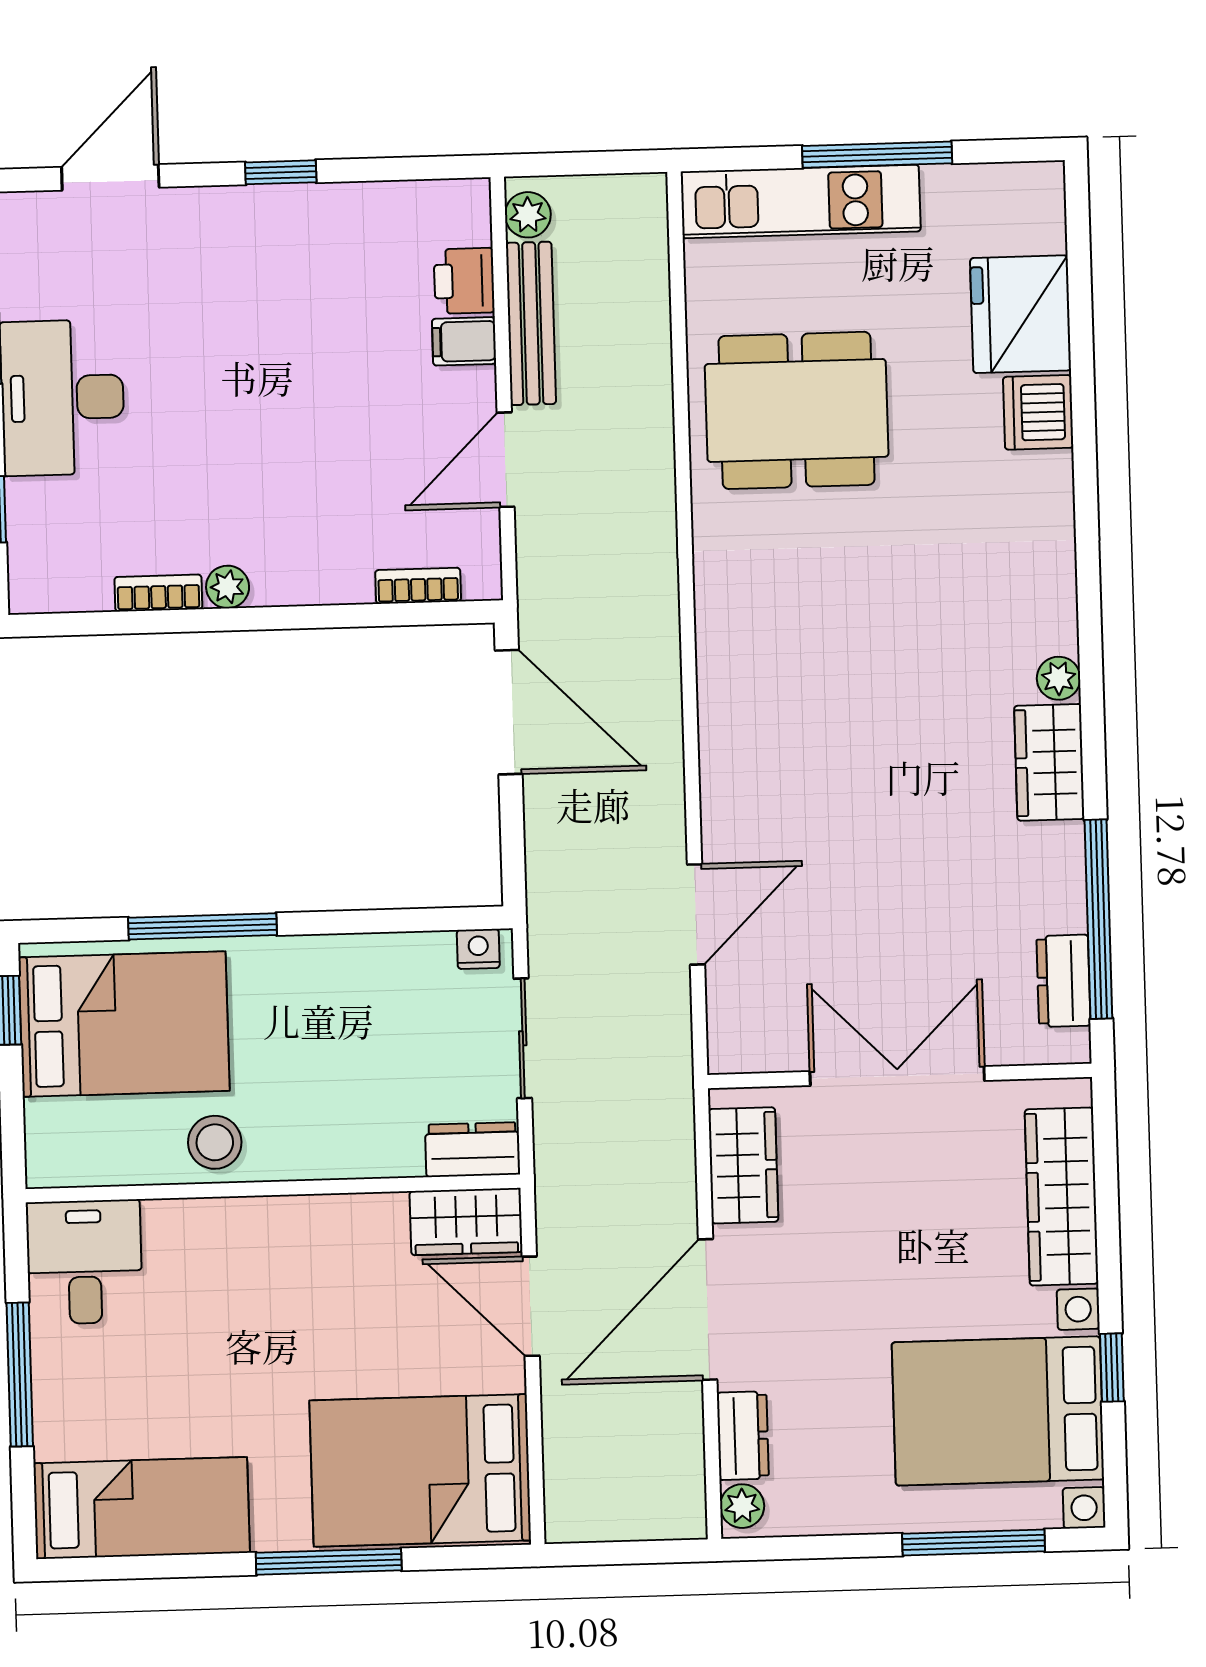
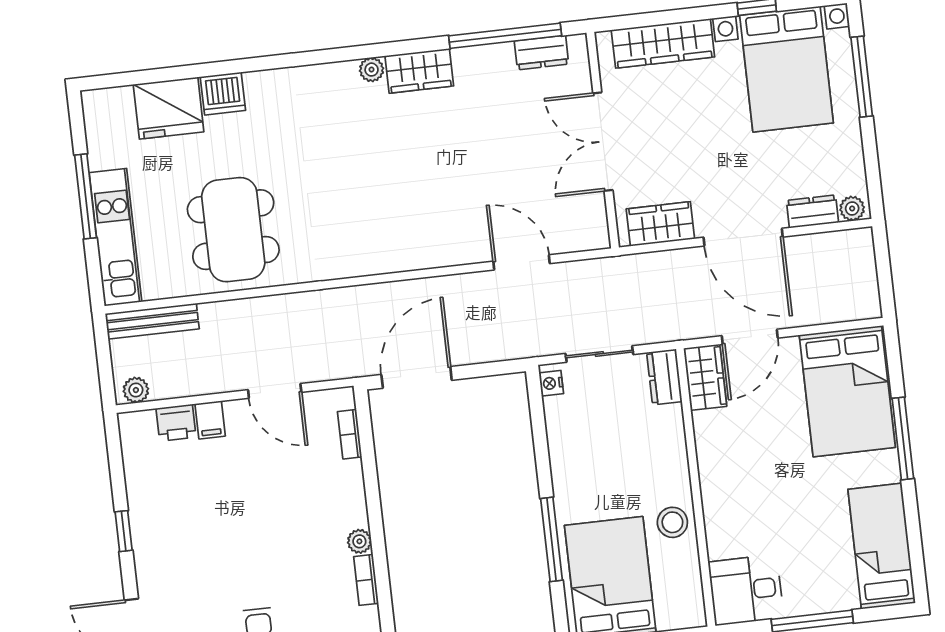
bench: (531, 323) -> (152, 321), moved

